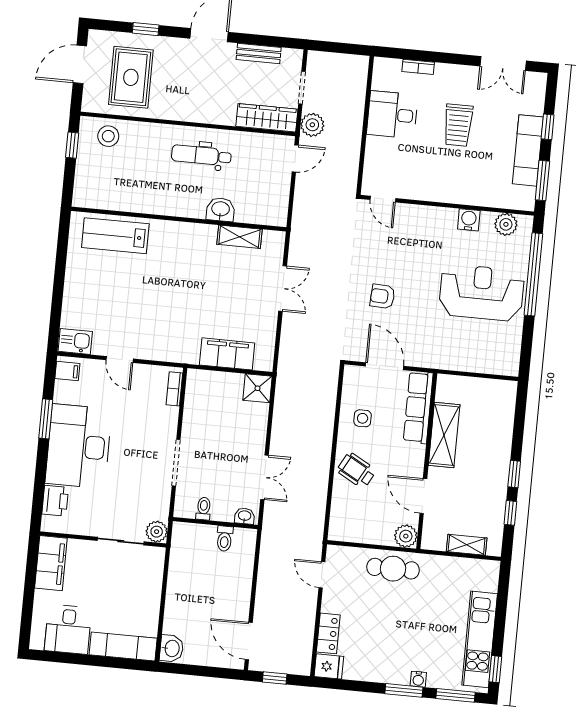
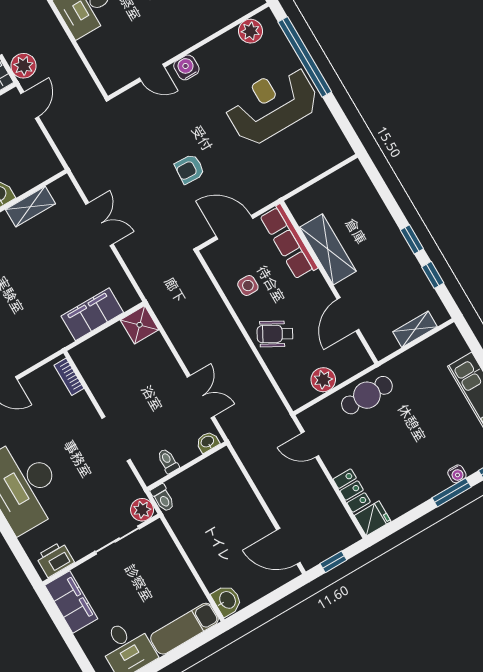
door: (383, 199) -> (152, 73), moved
water cooler: (469, 220) -> (186, 67), moved
door: (423, 496) -> (348, 314), hinge flipped
printer: (55, 501) -> (55, 559), moved, turned -90
plant: (406, 536) -> (323, 380), moved
toilet: (225, 539) -> (163, 498), moved

